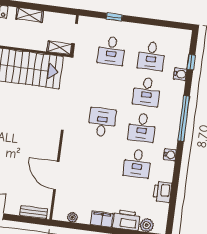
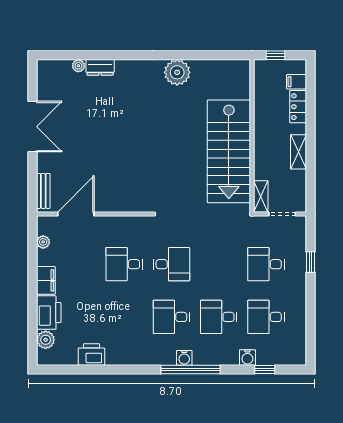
water cooler: (170, 155) -> (184, 358), moved
desk: (137, 163) -> (124, 264), moved
door: (56, 175) -> (76, 214), moved

